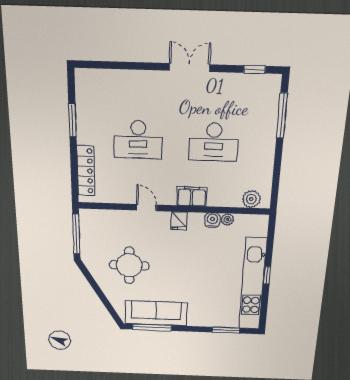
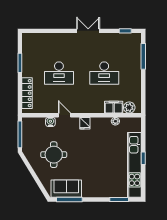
filing cabinet: (192, 197) -> (114, 107), moved
water cooler: (212, 220) -> (50, 122), moved
sofa: (156, 313) -> (66, 189), width x0.73

